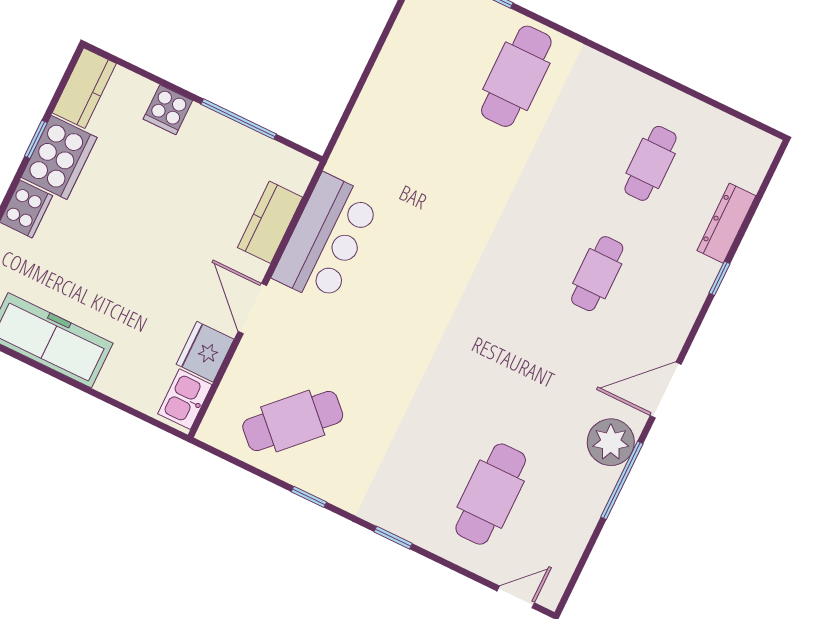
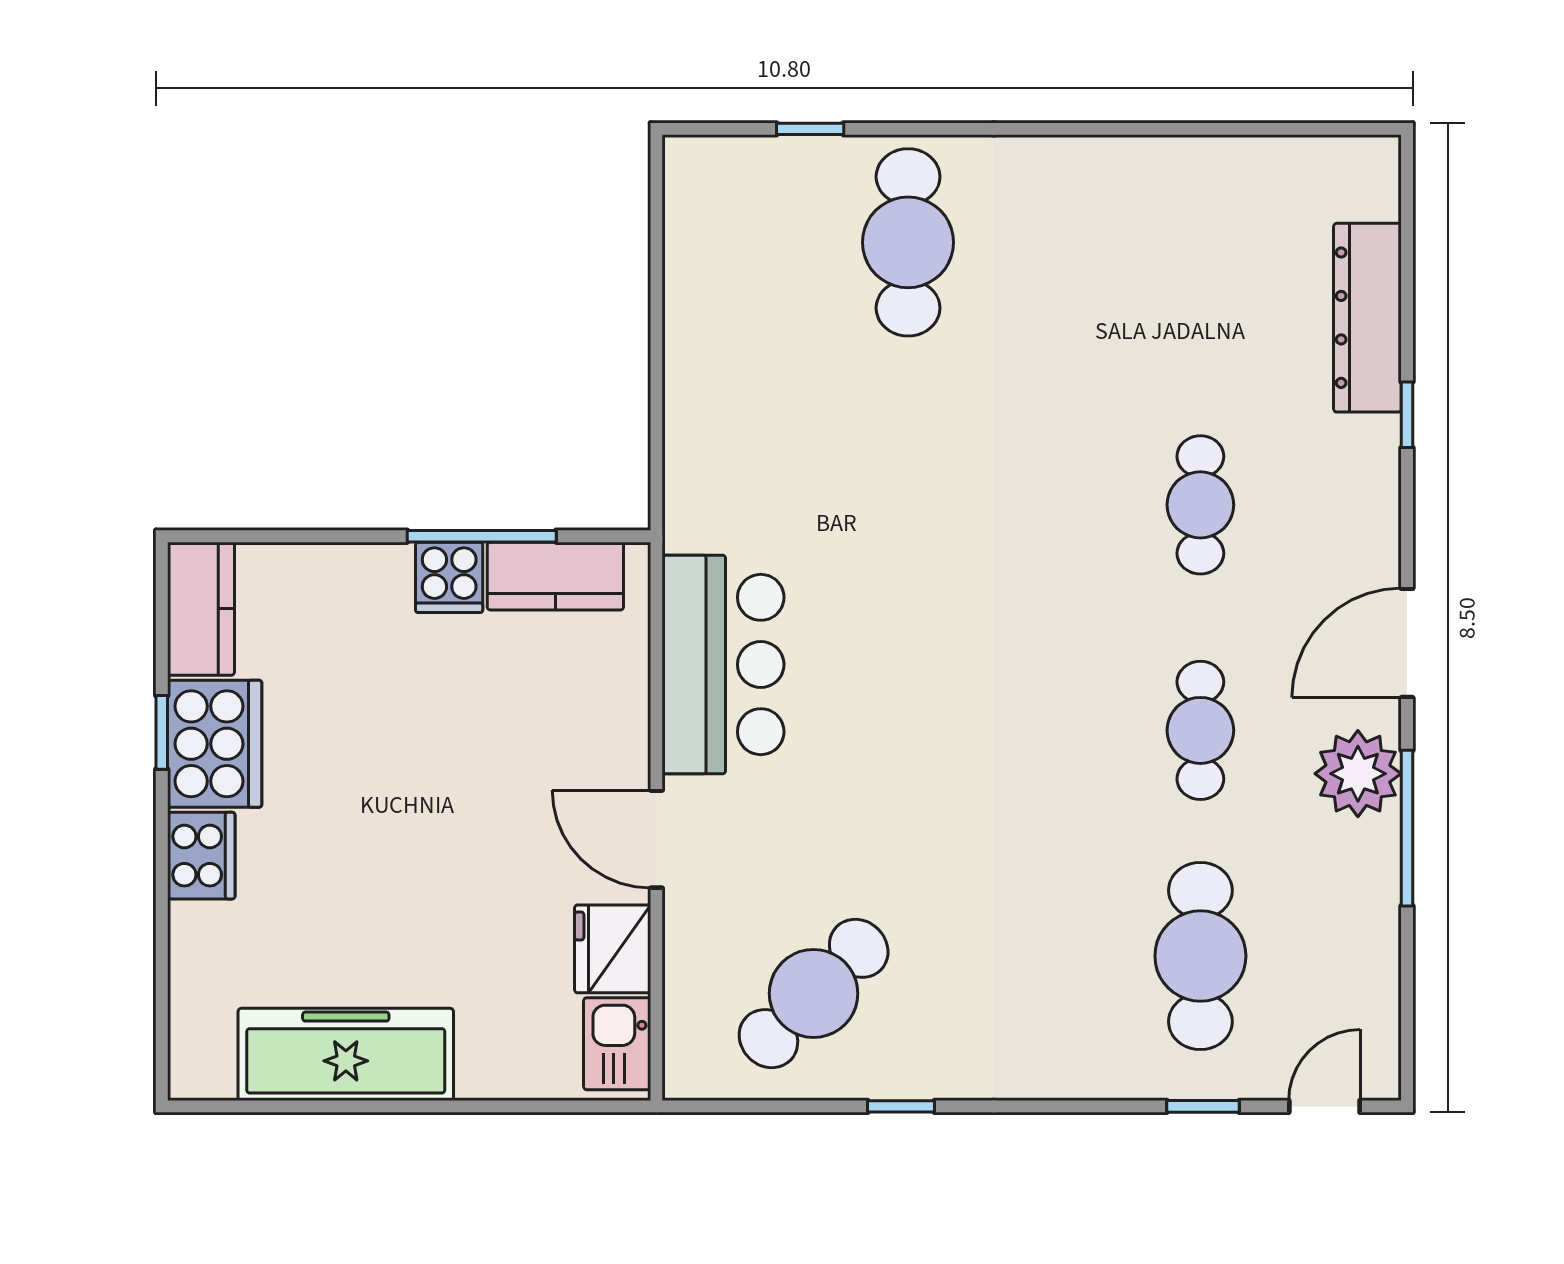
cooker: (168, 110) -> (449, 577), moved
cafe table: (651, 163) -> (1200, 730), moved
kitchen counter: (270, 222) -> (555, 576), moved, turned -90
dresser: (726, 223) -> (1367, 318), width x1.37, depth x1.24
window: (393, 538) -> (1203, 1106), moved

